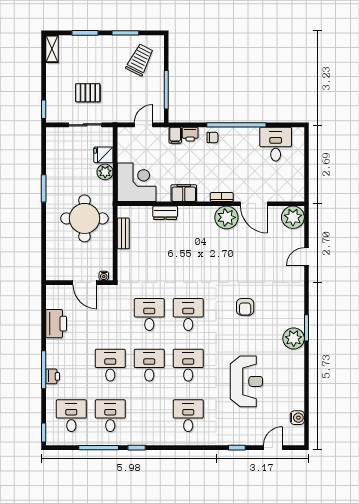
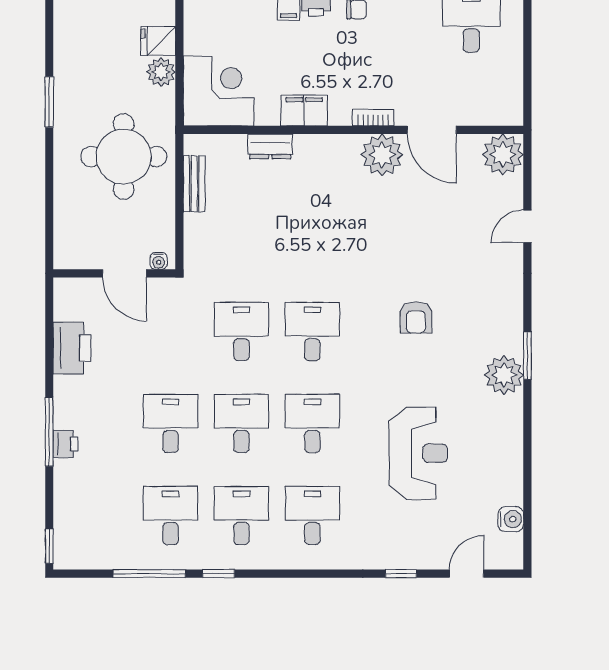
desk: (71, 416) -> (241, 515), moved

